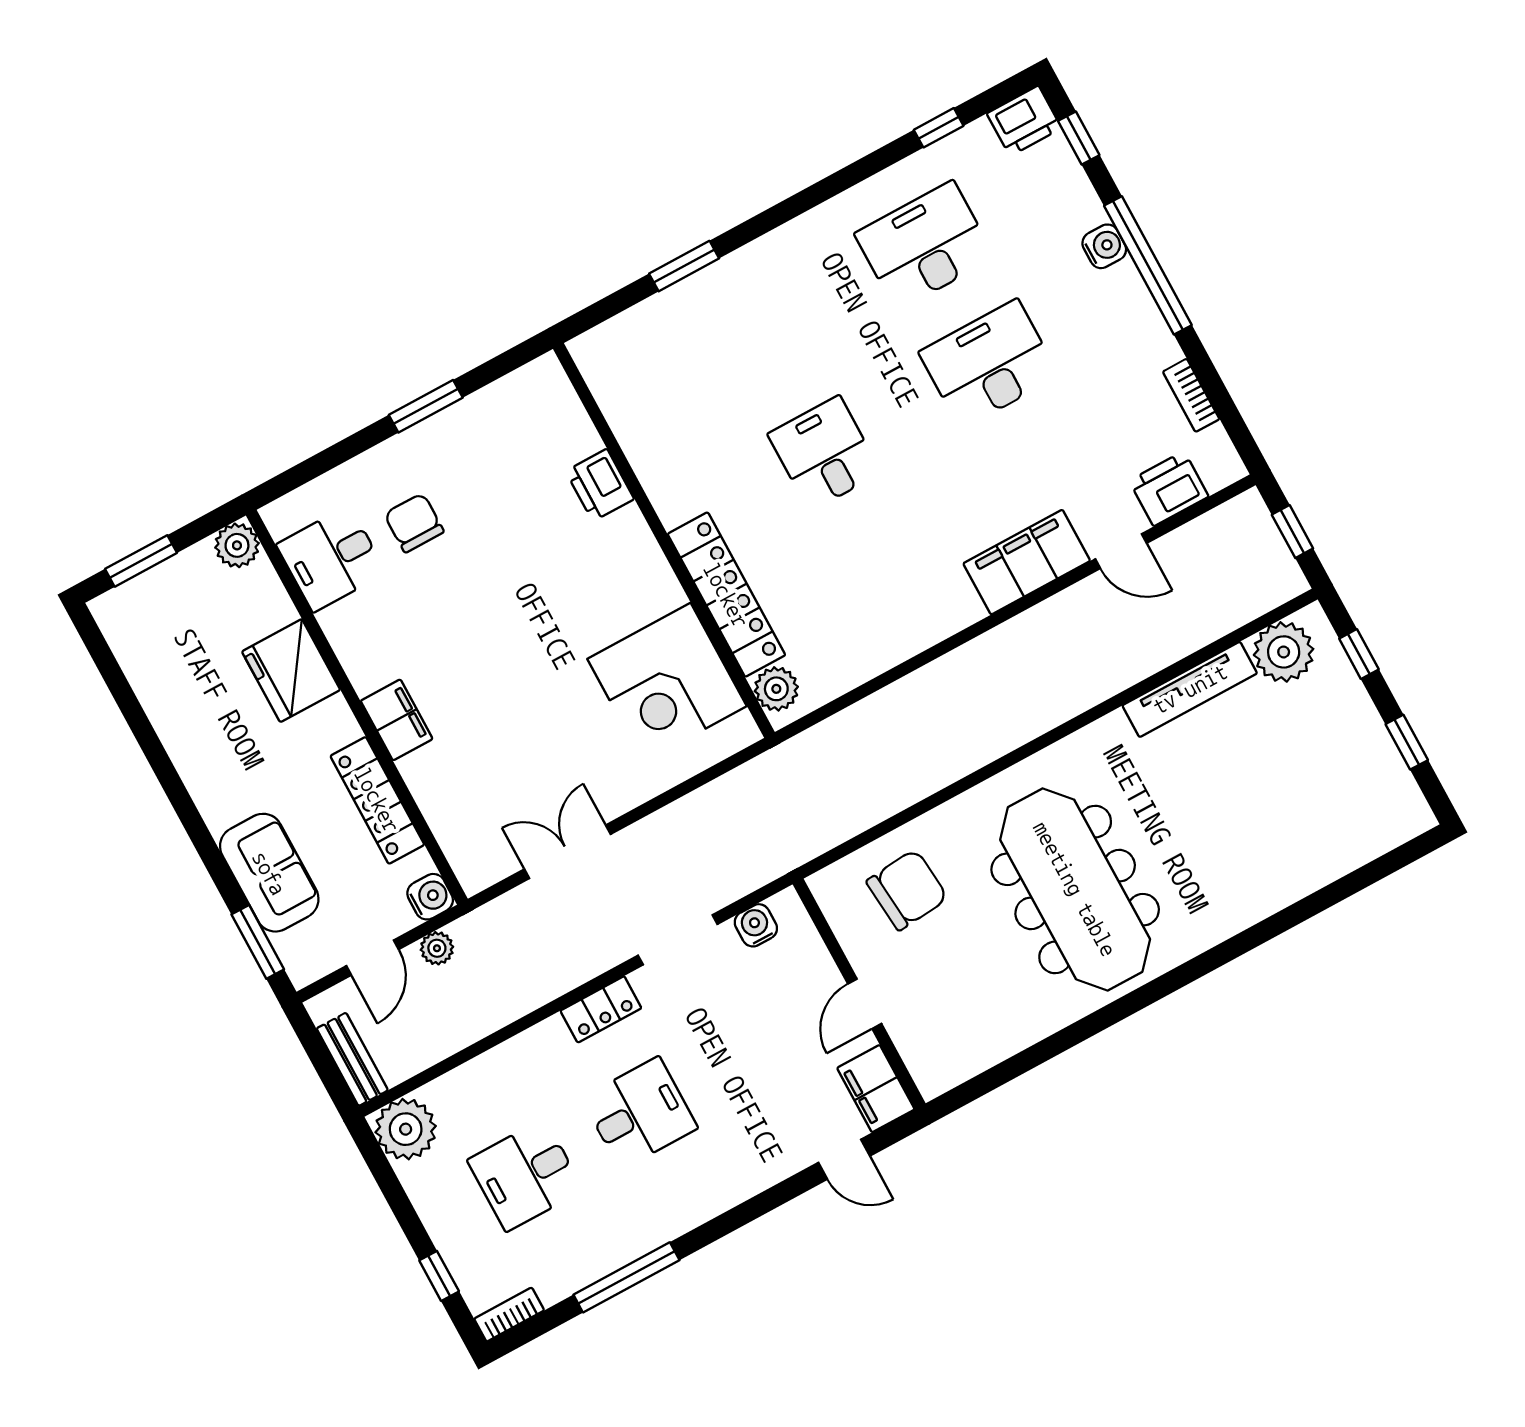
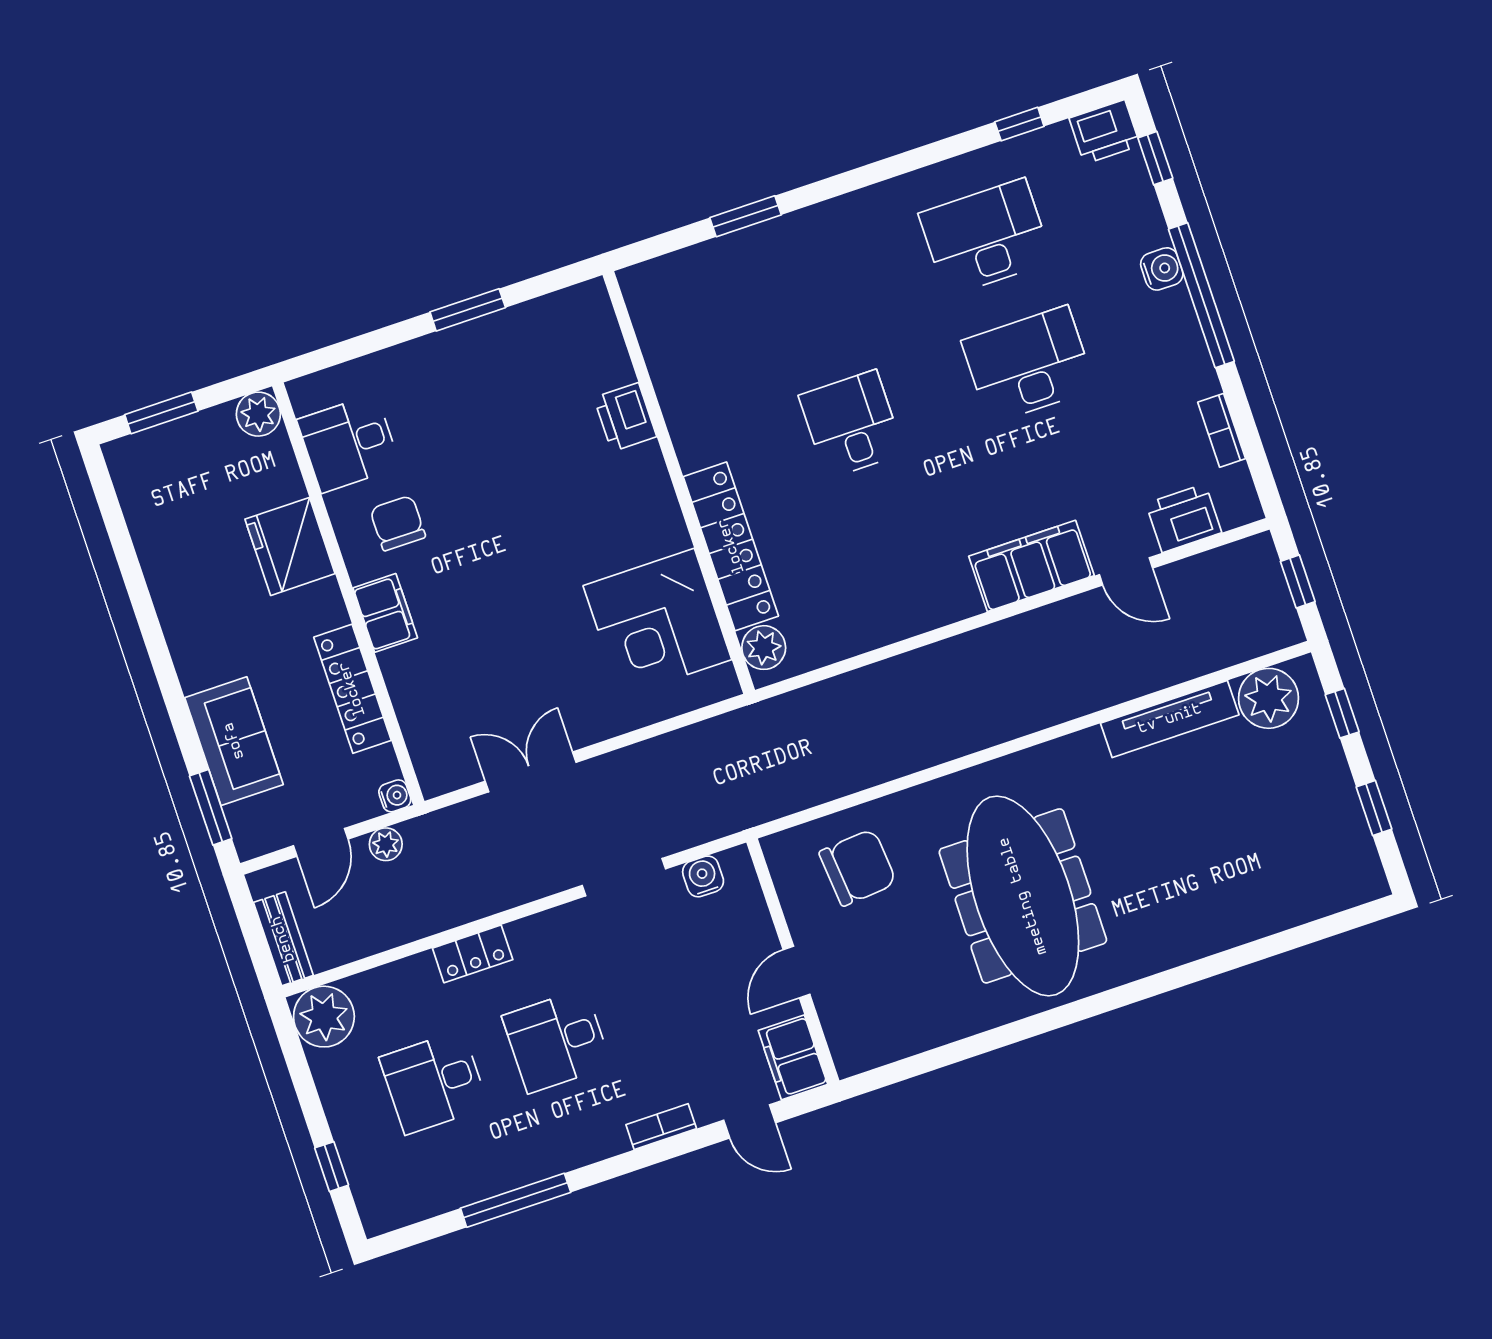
chair: (414, 523) -> (398, 523), moved
water cooler: (430, 897) -> (395, 796), width x0.72, depth x0.72
locker: (601, 1009) -> (473, 954), moved
desk: (640, 1113) -> (557, 1041), turned 180
bookcase: (509, 1315) -> (661, 1127), moved

